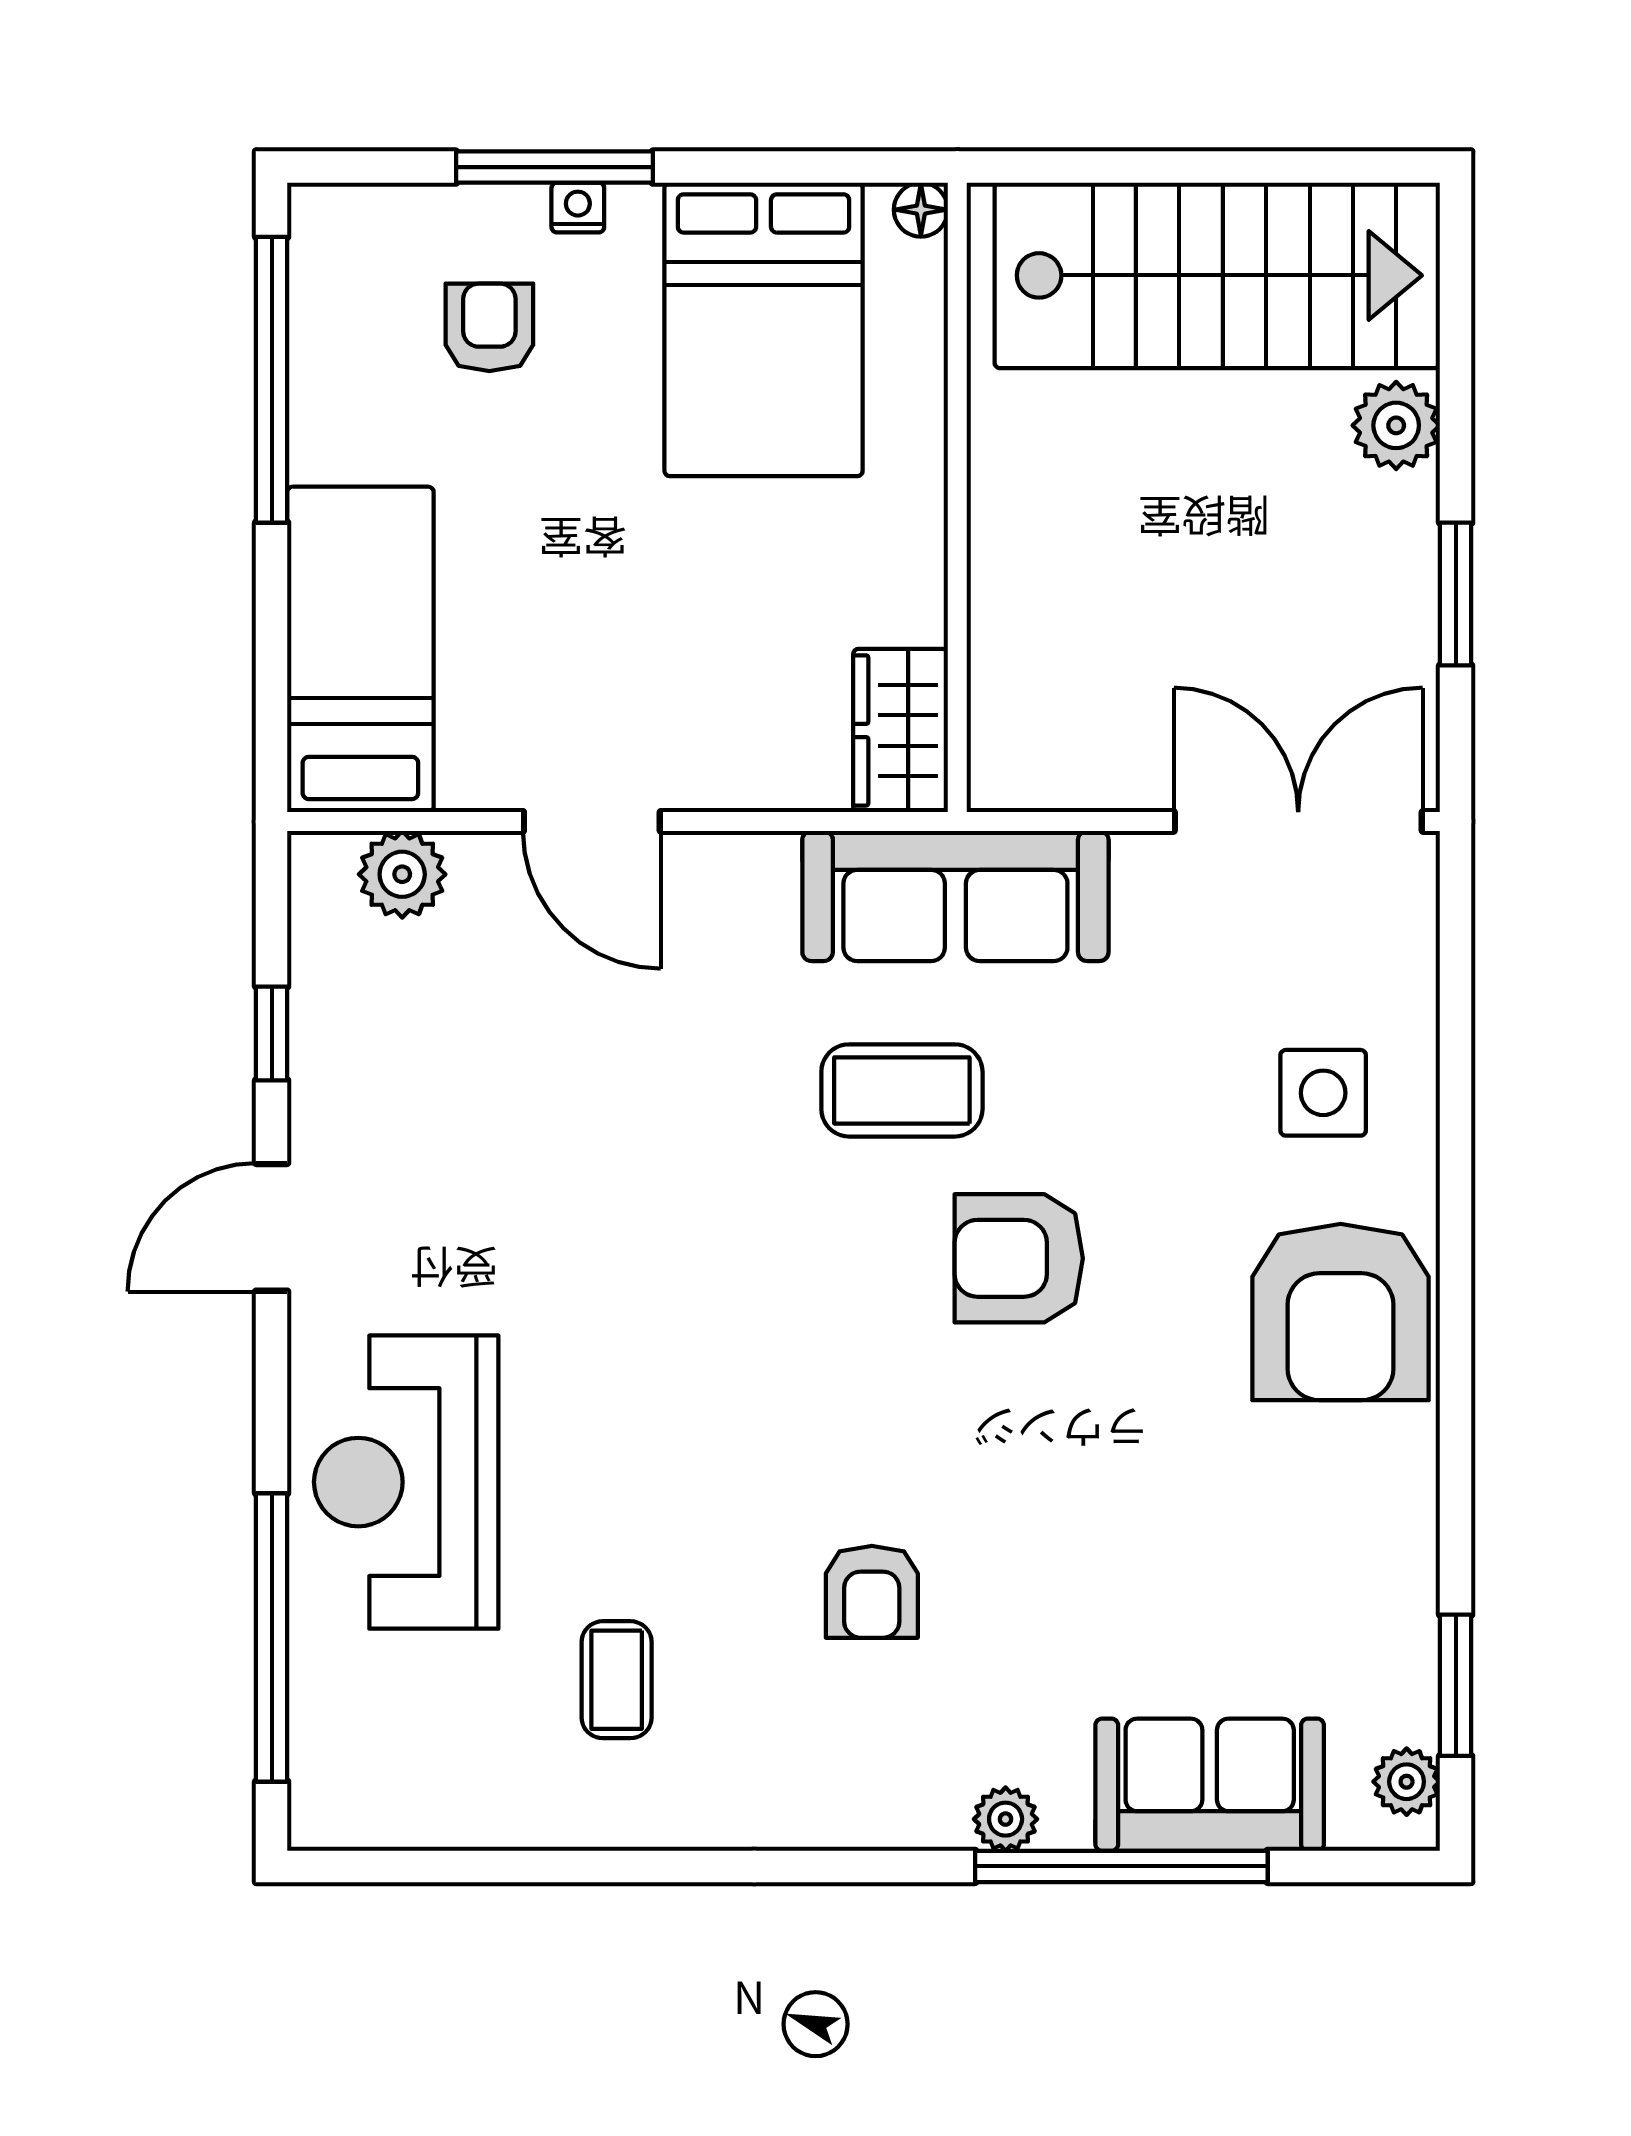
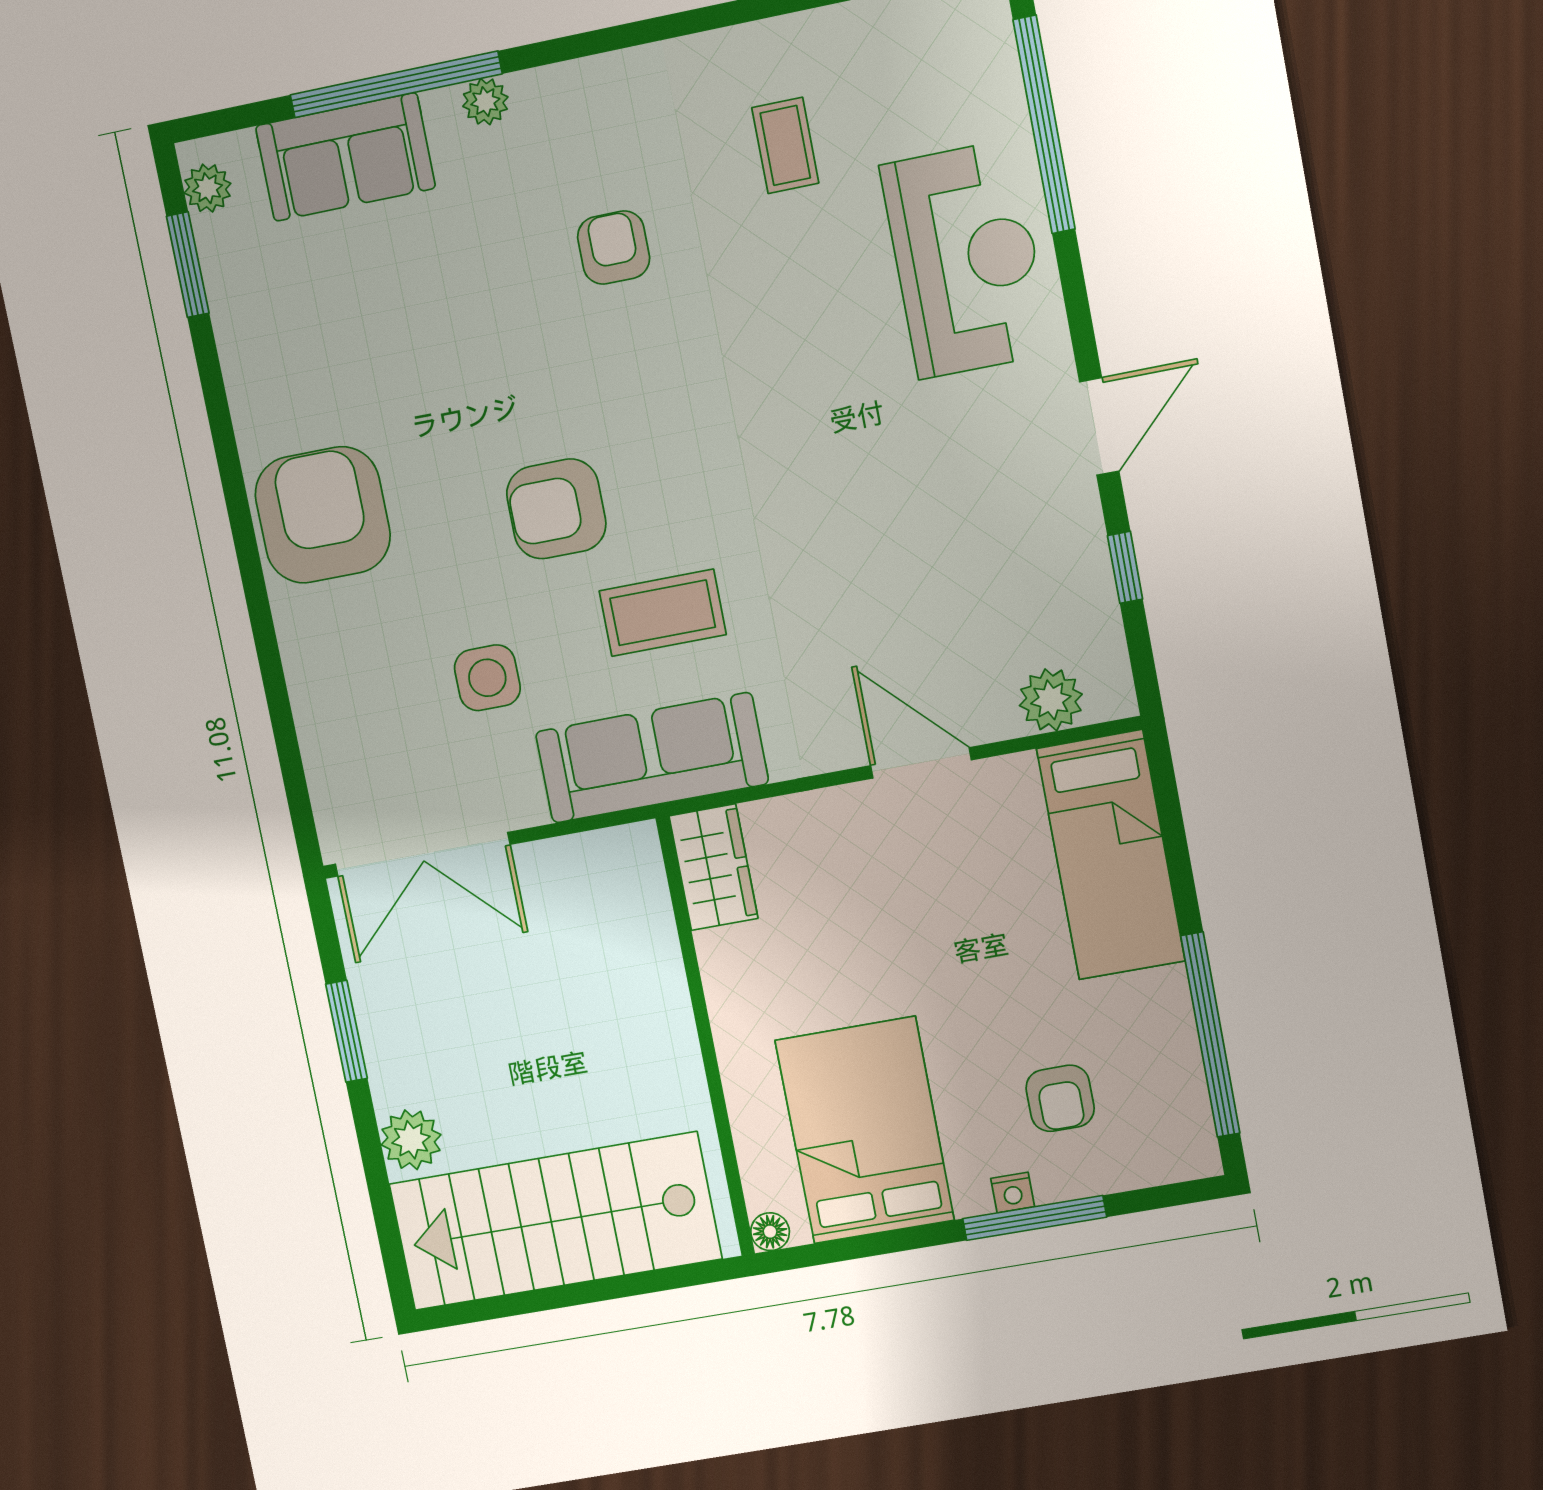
side table: (1323, 1093) -> (487, 678), moved
armchair: (1019, 1258) -> (556, 509), turned 180

